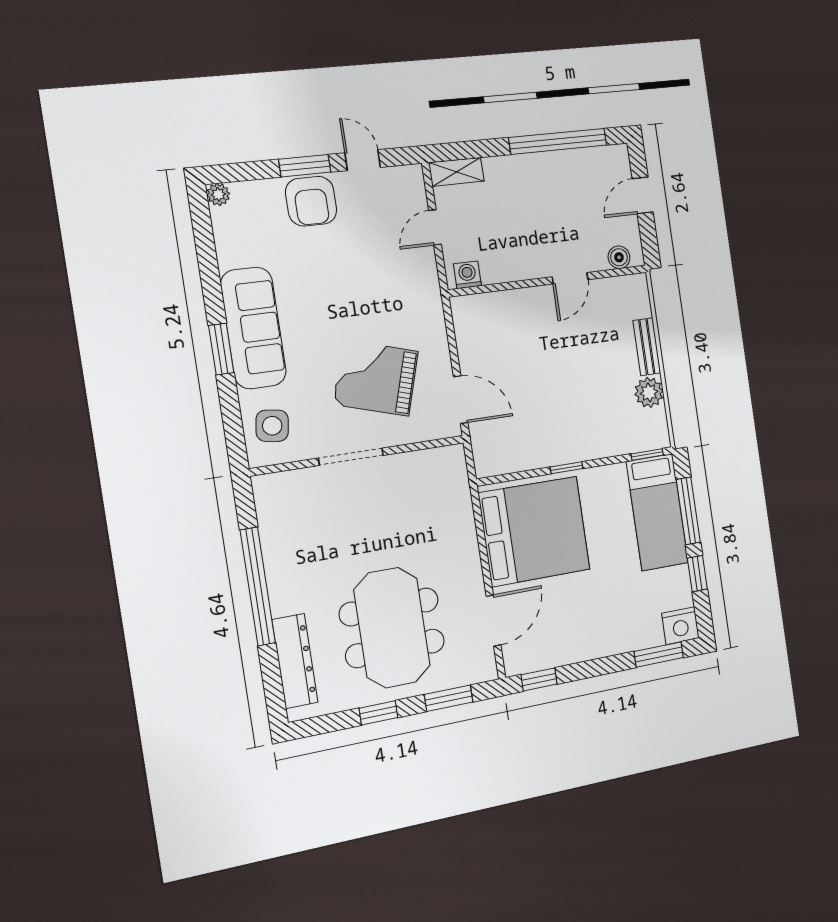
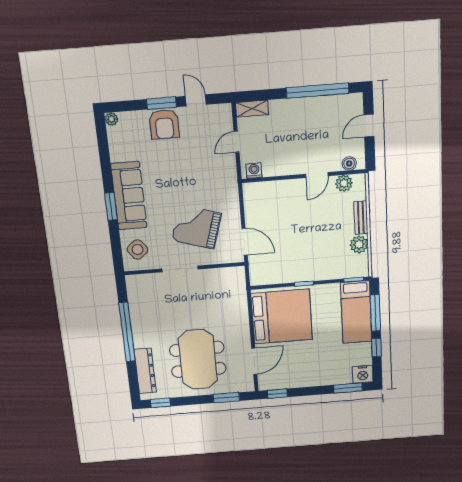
plant: (614, 290) -> (344, 183), added
side table: (272, 426) -> (137, 250), turned 45
window: (378, 713) -> (161, 403), moved

